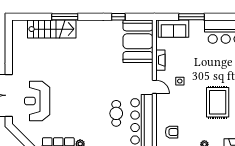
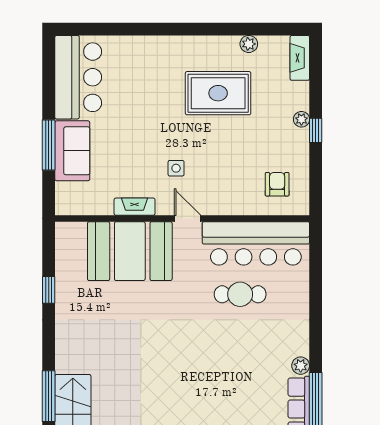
sofa: (174, 29) -> (72, 151), moved
booth: (138, 41) -> (130, 251), moved
door: (154, 87) -> (188, 218), hinge flipped

